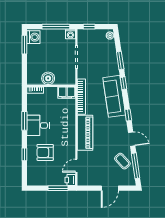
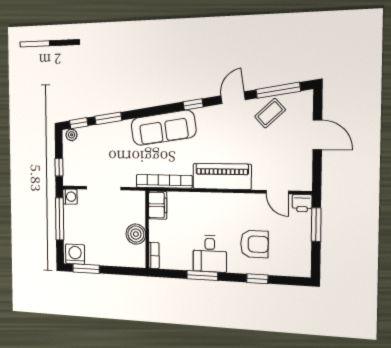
window: (124, 83) -> (79, 123), moved
armchair: (45, 152) -> (254, 244), turned -90

